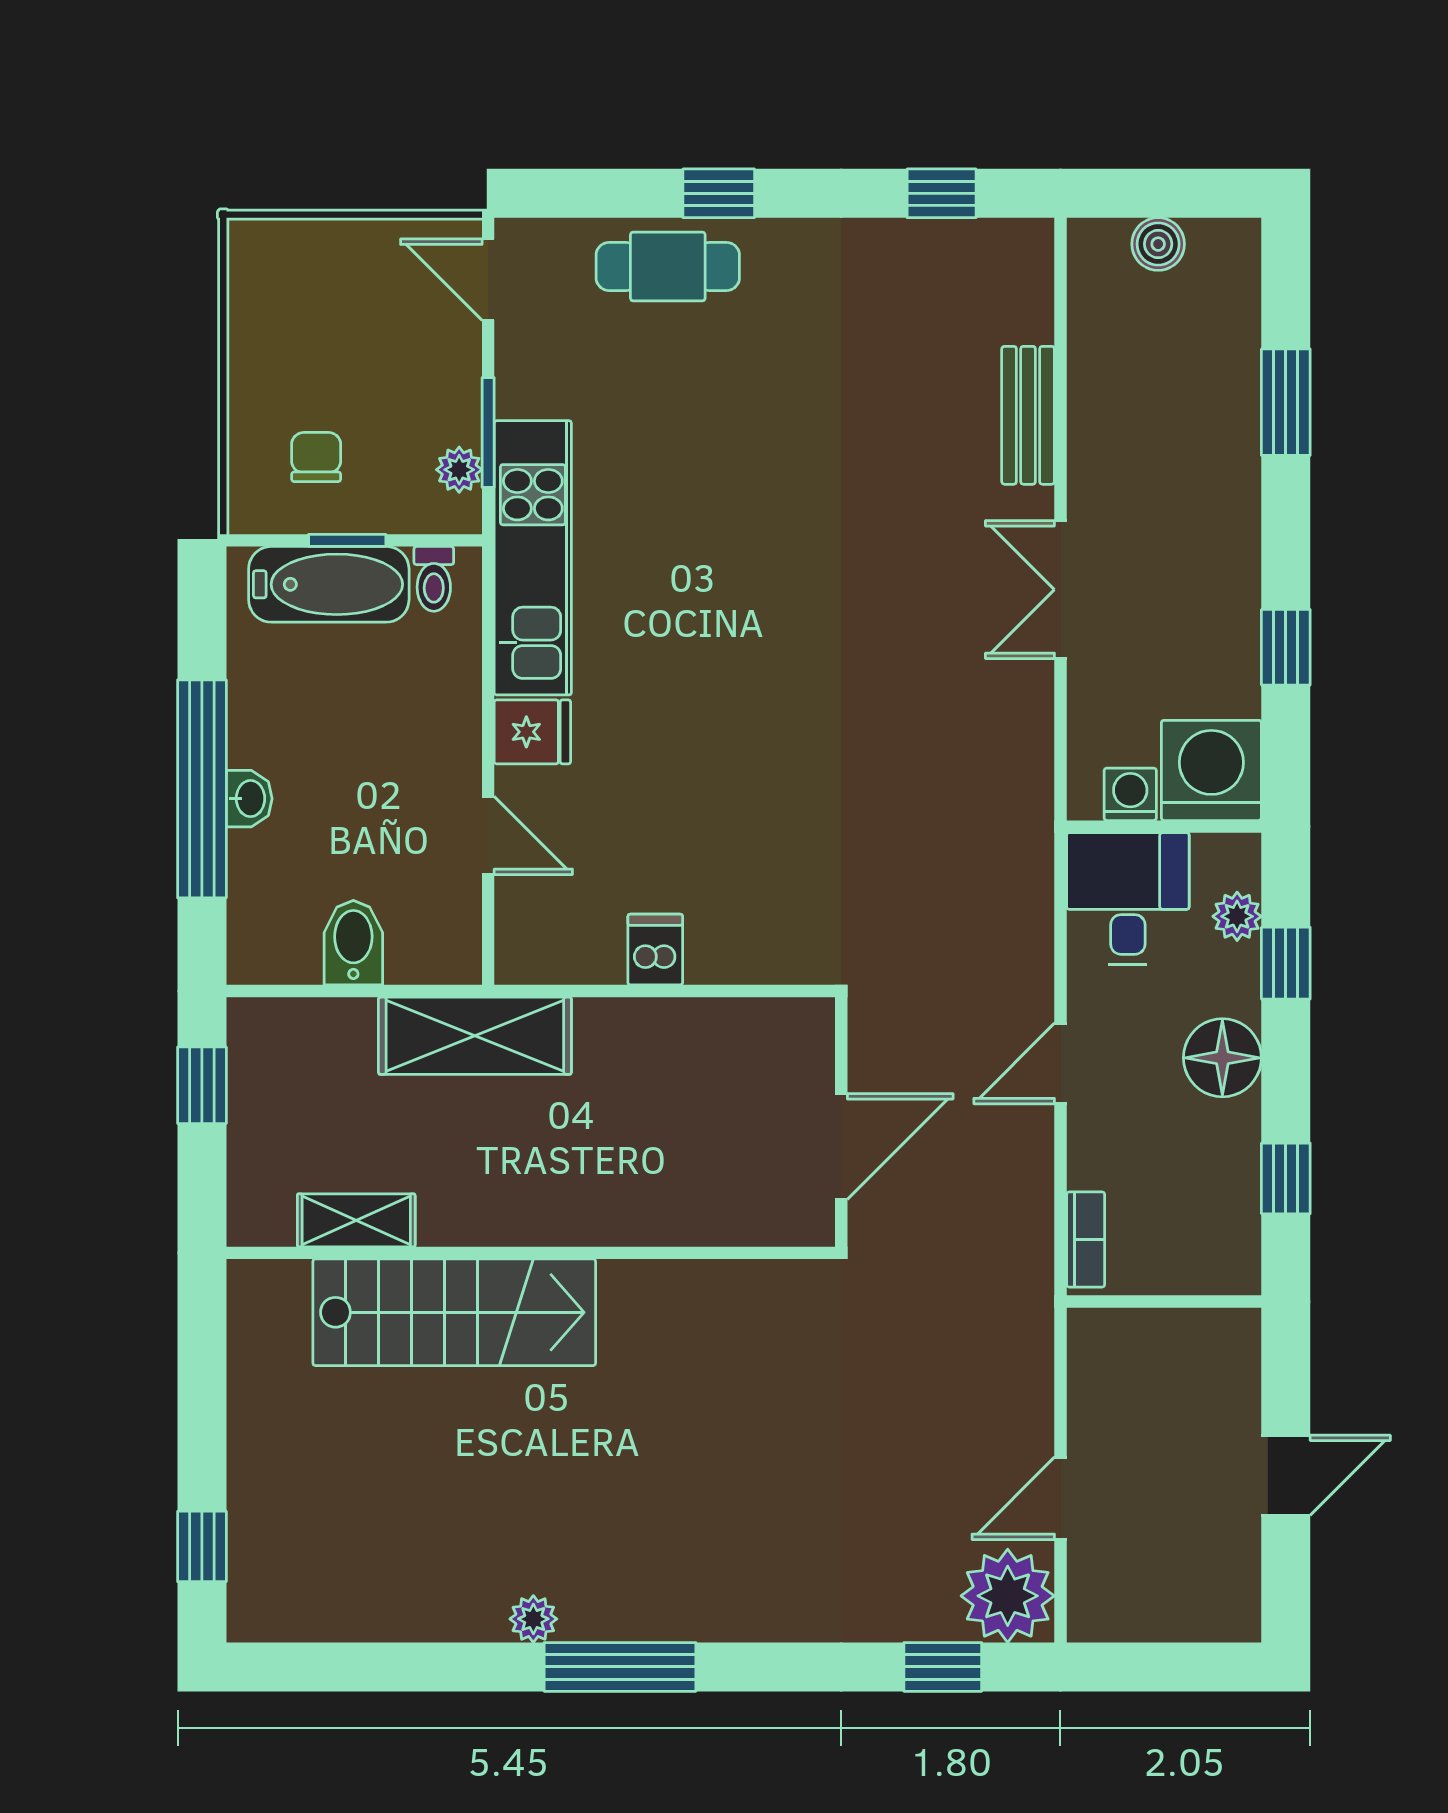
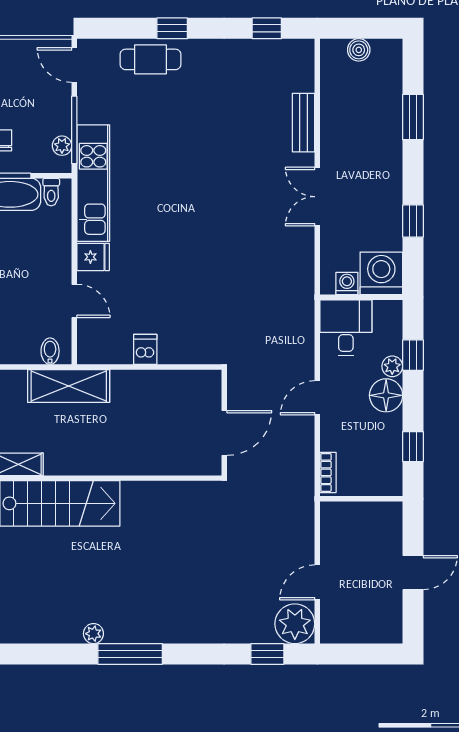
window: (488, 433) -> (74, 130), width x1.44
plant: (1237, 916) -> (392, 366), moved
bidet: (353, 943) -> (50, 351), moved, width x0.72, depth x0.74

